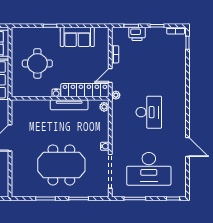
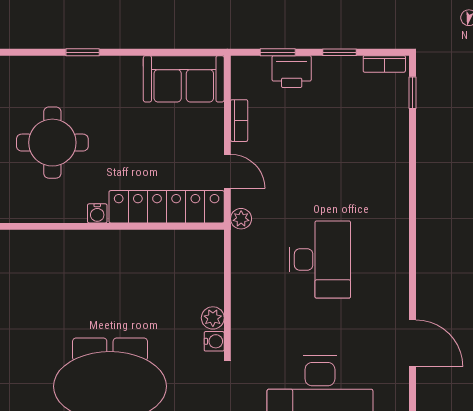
sofa: (77, 37) -> (184, 79), moved
door: (110, 75) -> (227, 171), swing flipped
tv unit: (69, 105) -> (129, 242), removed
plant: (104, 107) -> (213, 318), moved

